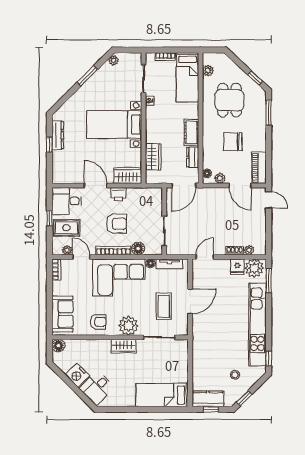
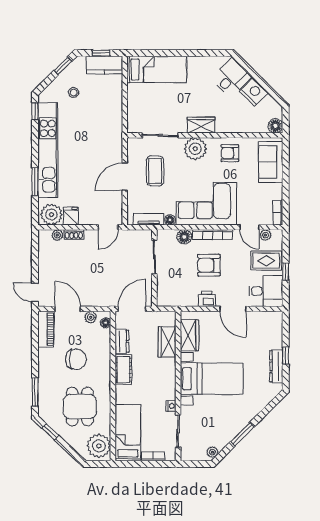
plant: (208, 71) -> (99, 446), width x1.88, depth x1.88
wardrobe: (128, 176) -> (190, 335), moved, turned -90
window: (269, 281) -> (35, 182), moved

